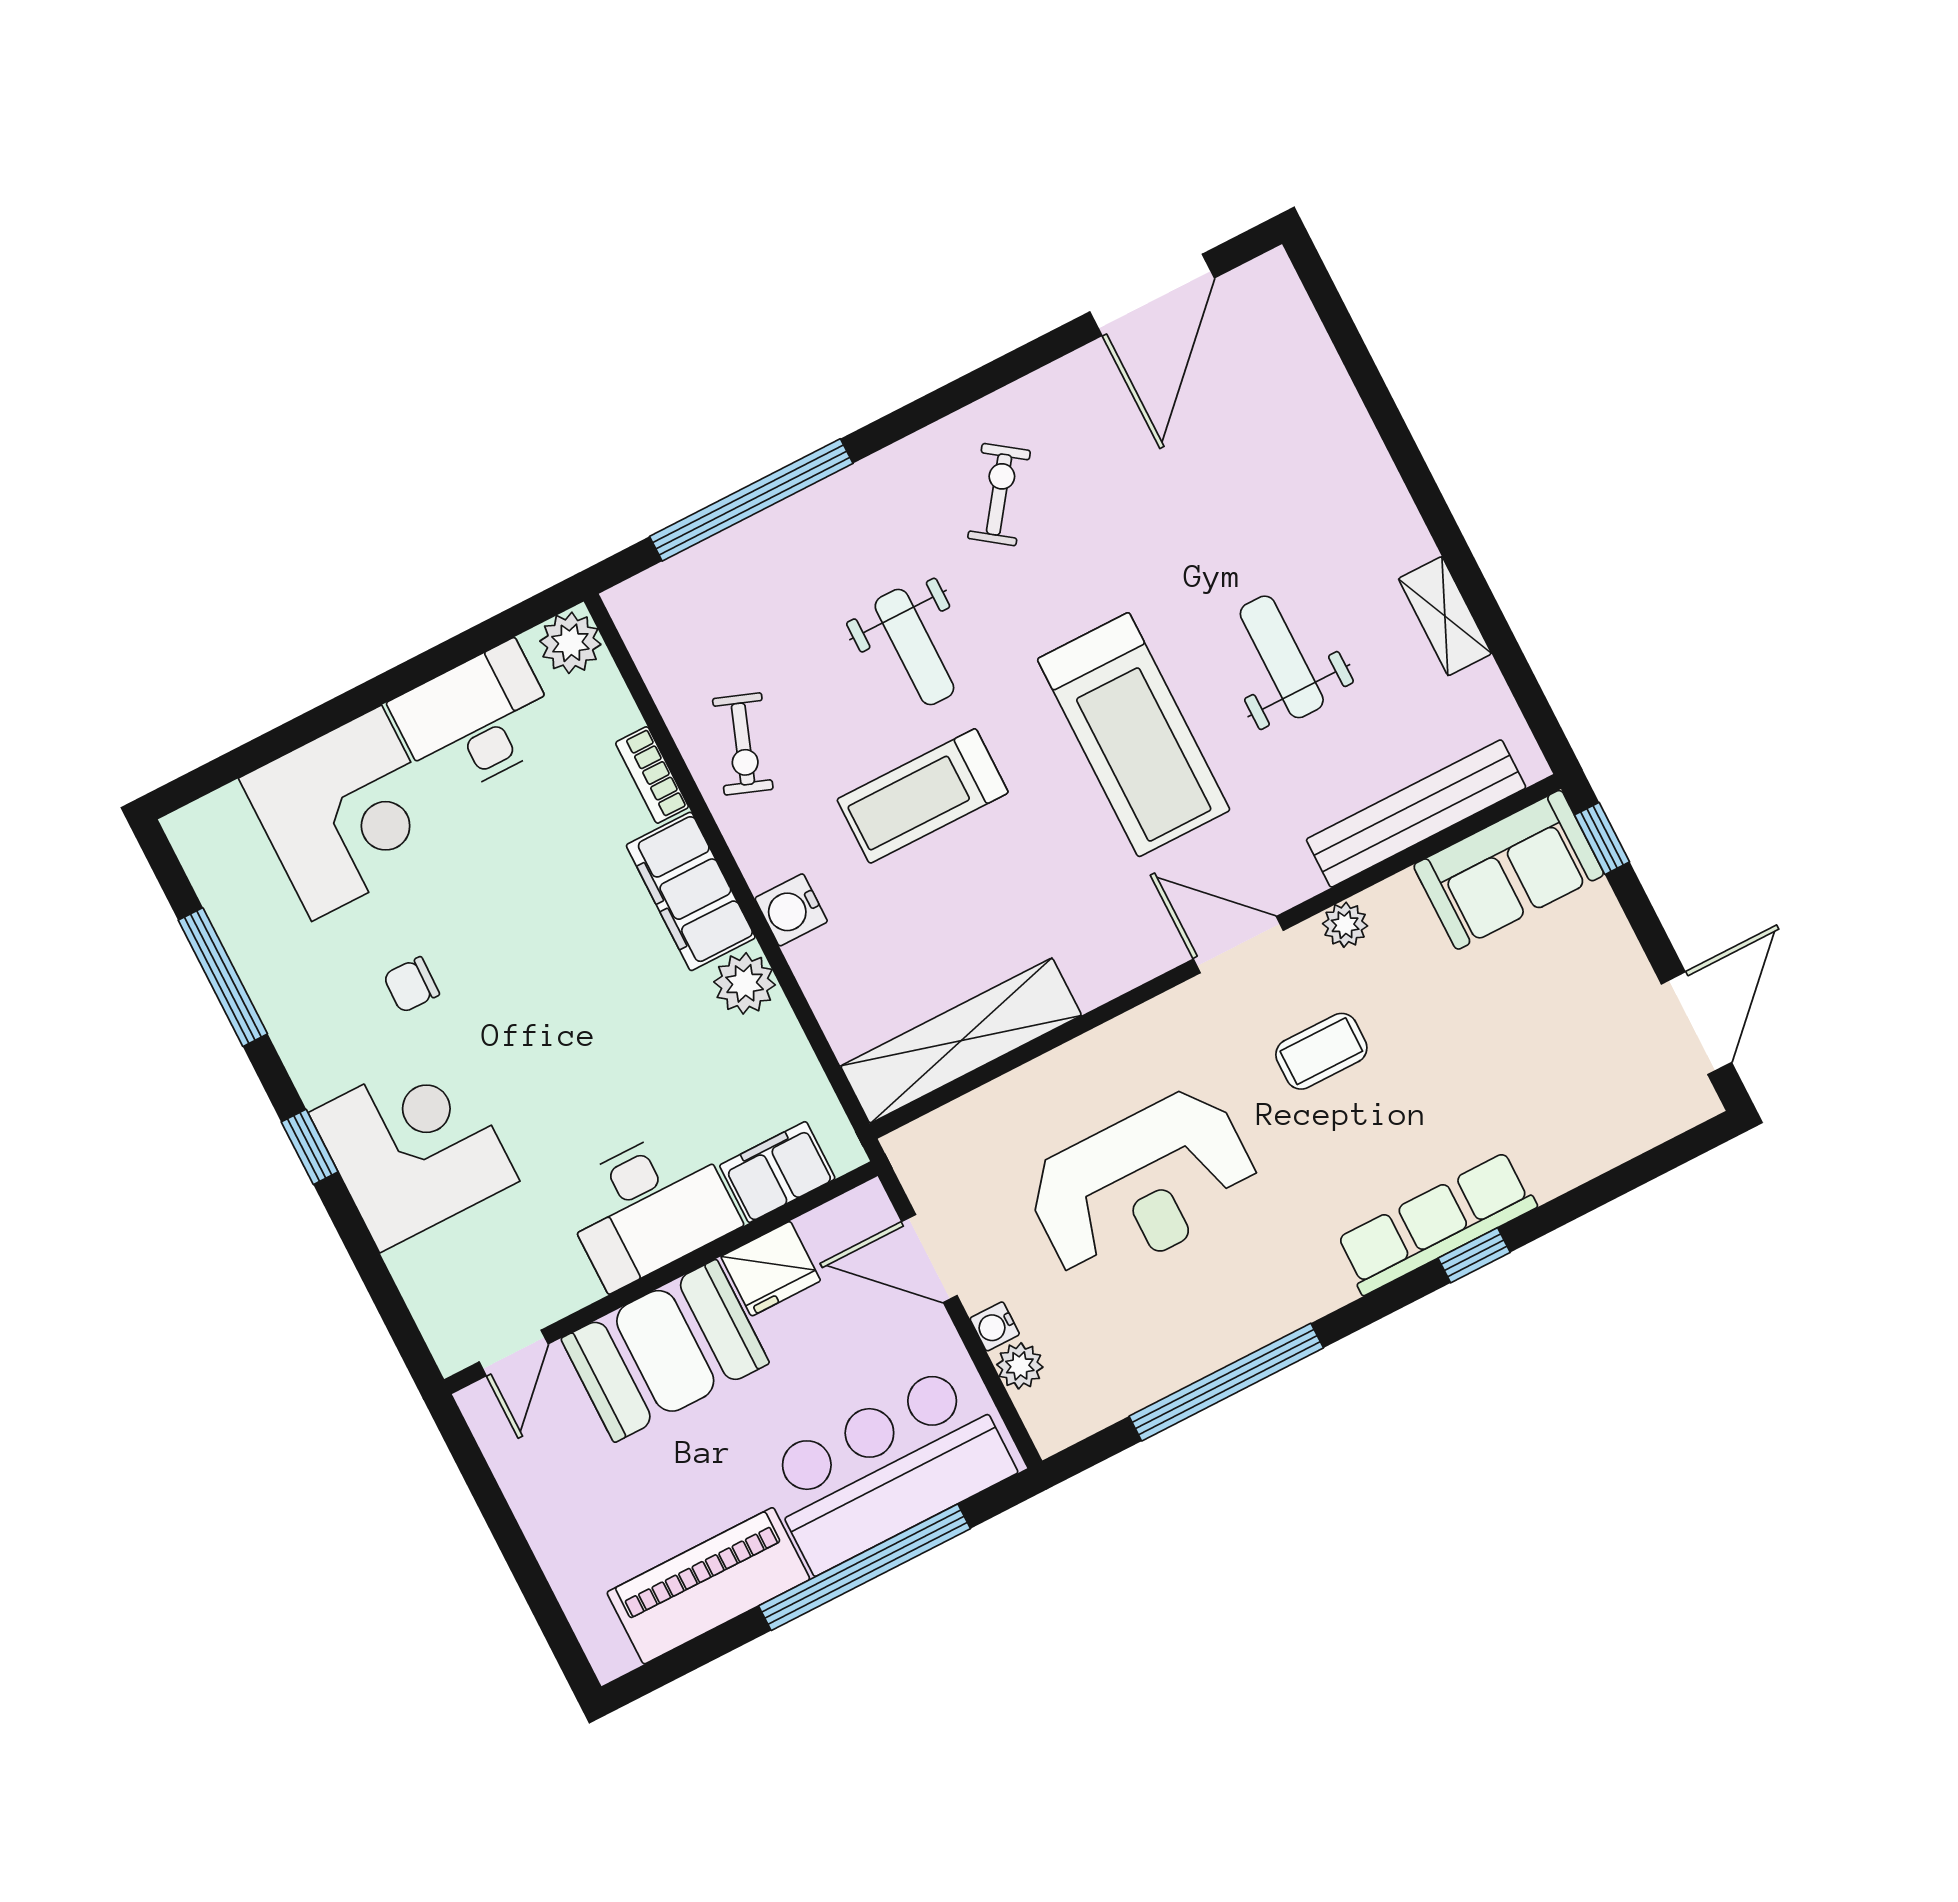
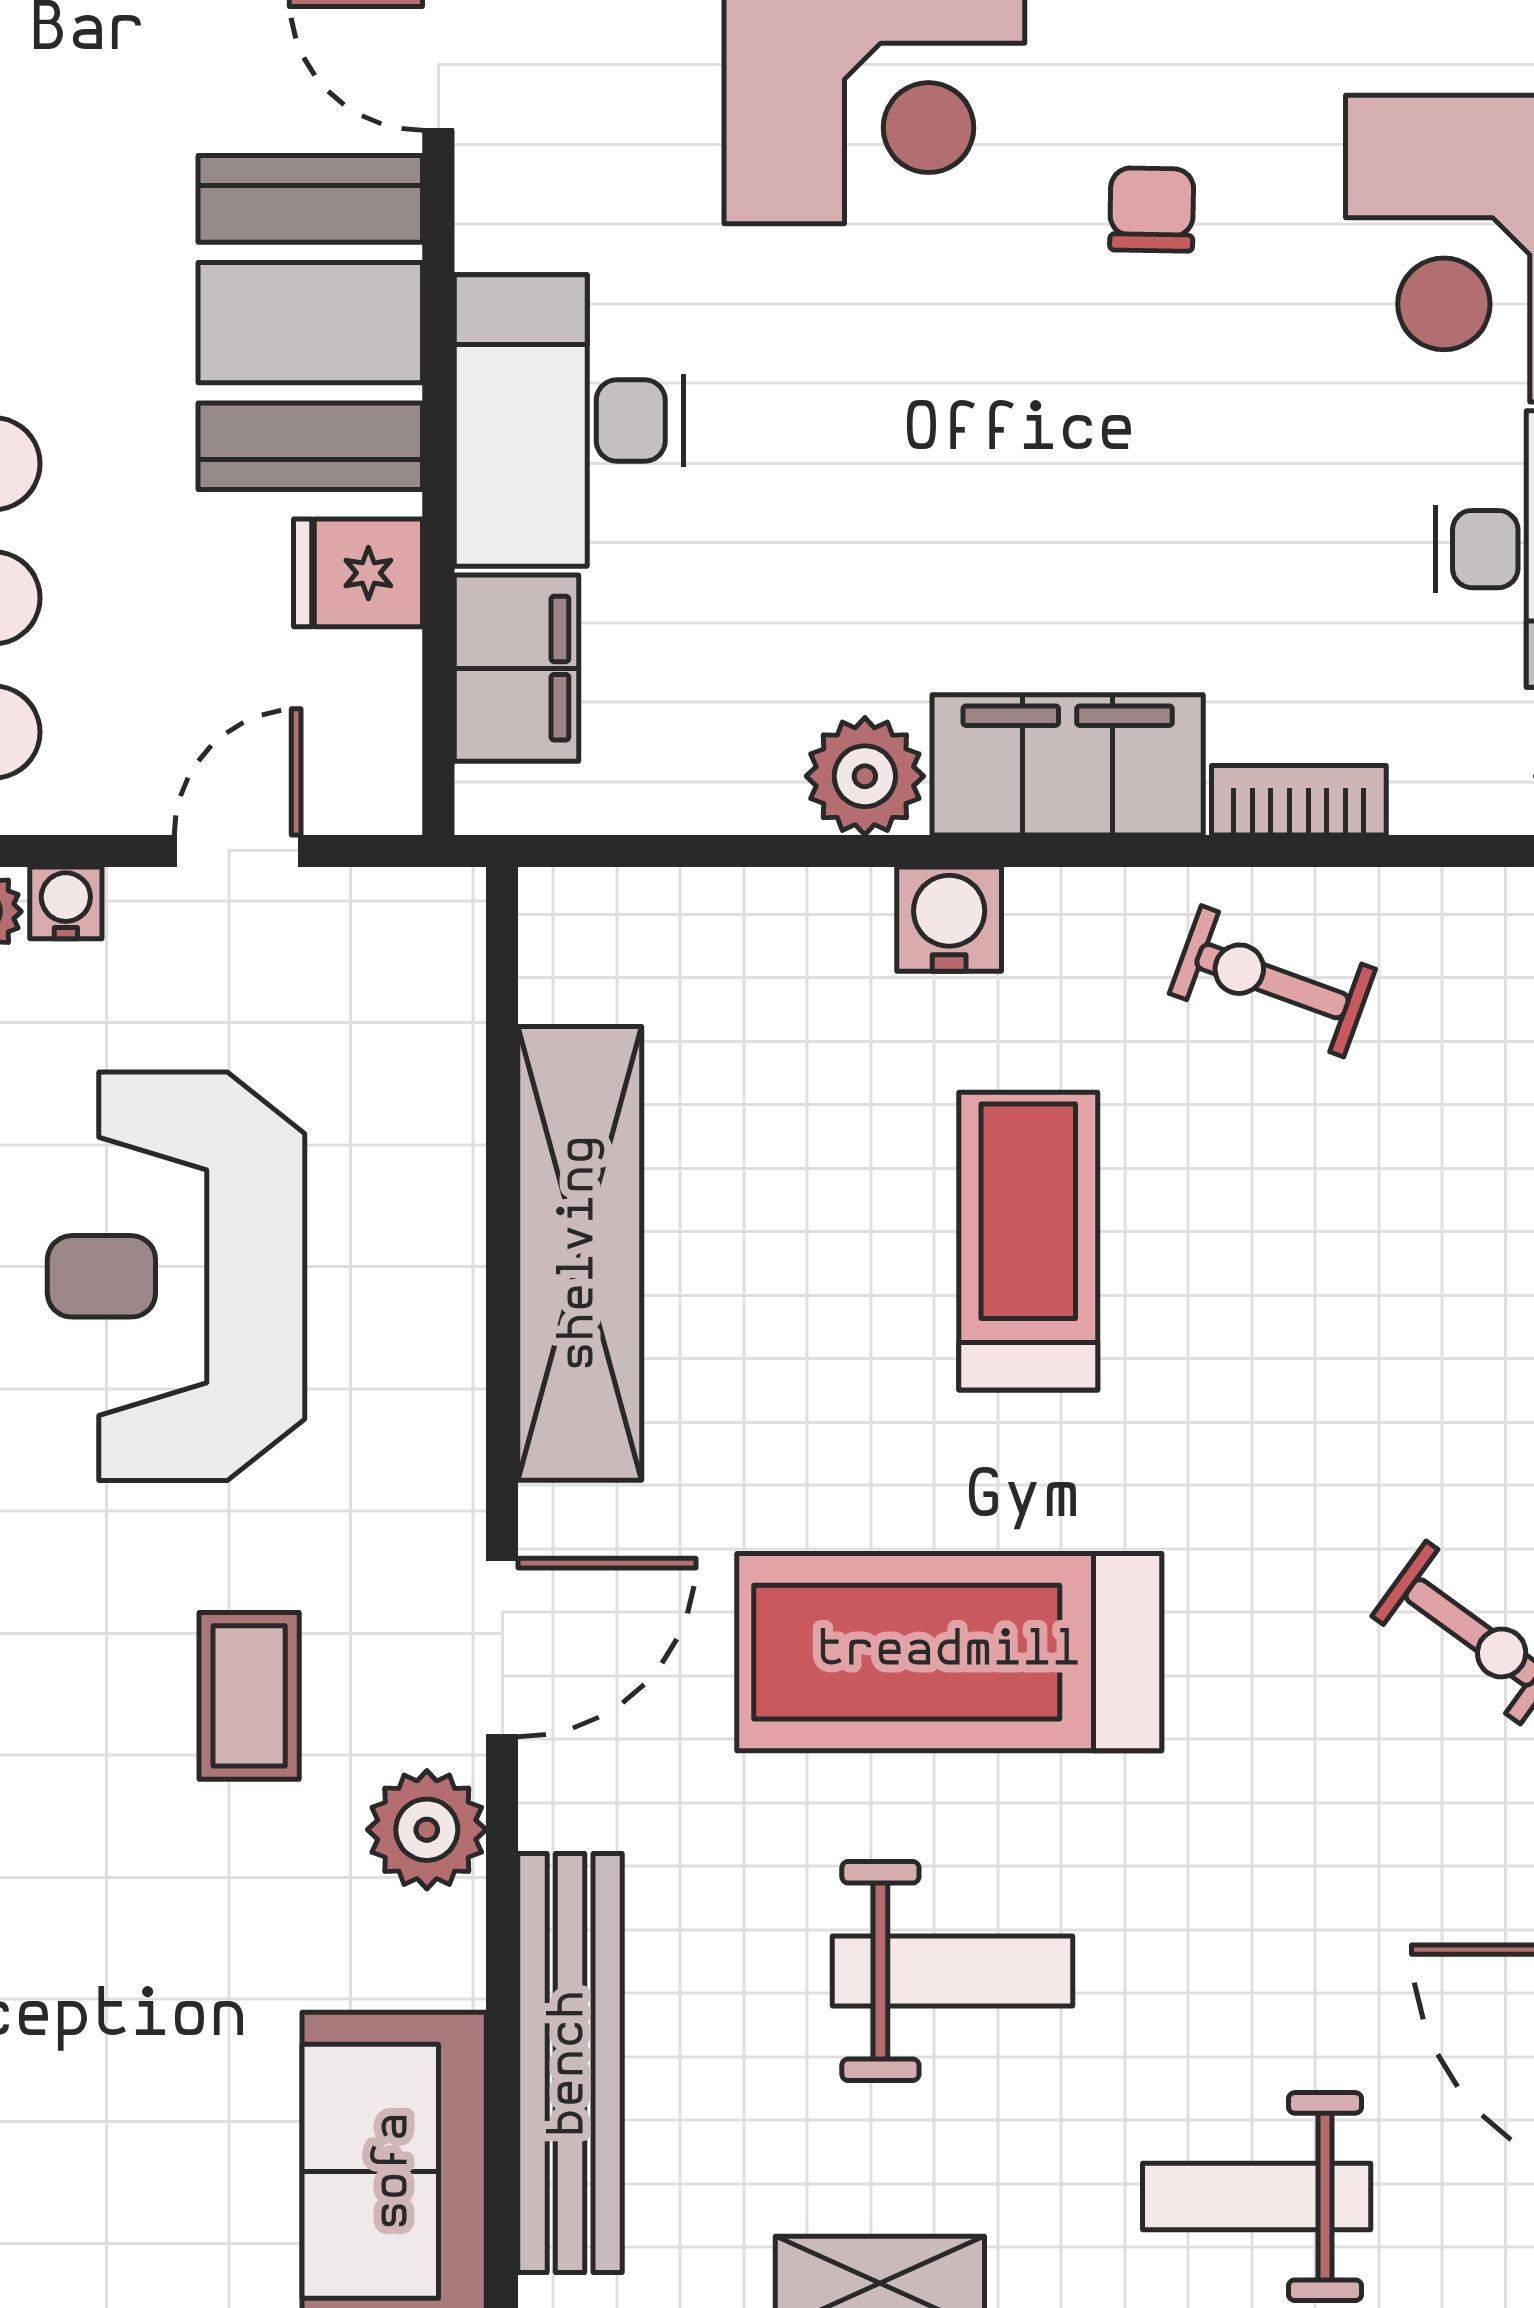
weight bench: (914, 647) -> (1257, 2197), moved
plant: (1345, 925) -> (427, 1830), width x1.38, depth x1.38
shelving: (961, 1041) -> (580, 1253), moved
door: (929, 1259) -> (238, 851), width x0.73
fridge: (771, 1269) -> (358, 573), width x0.72

